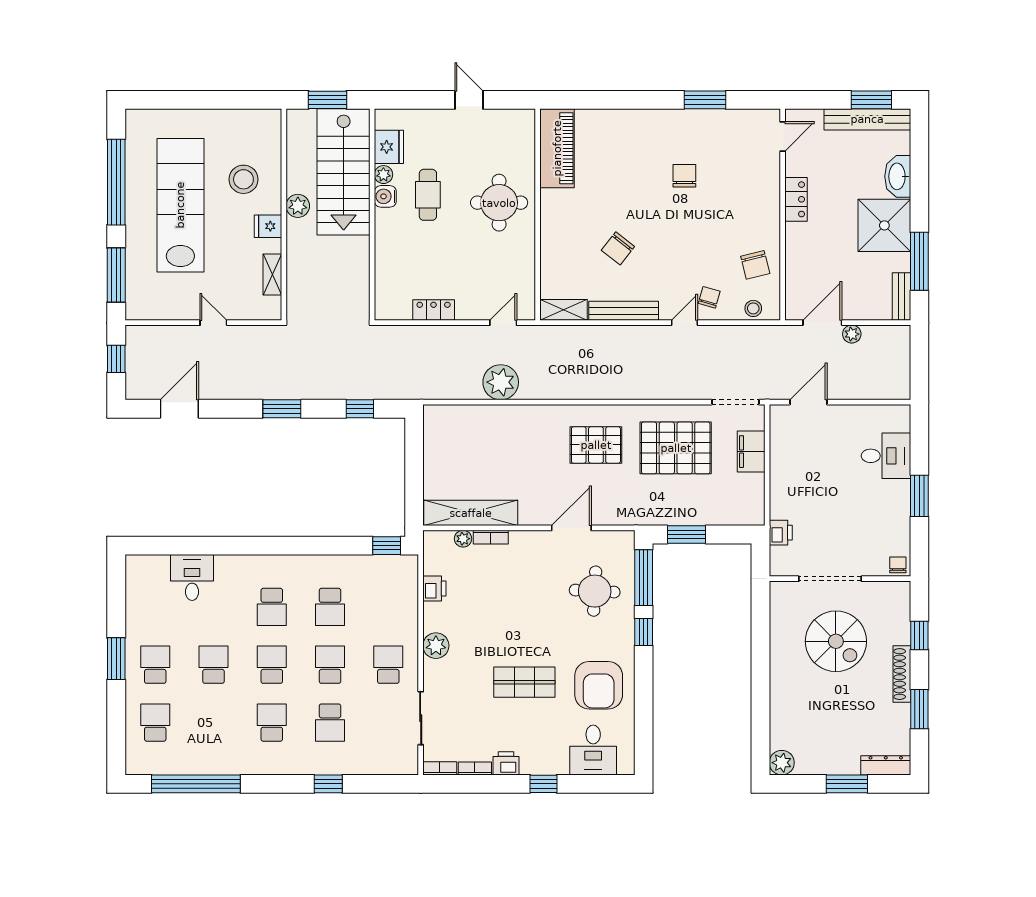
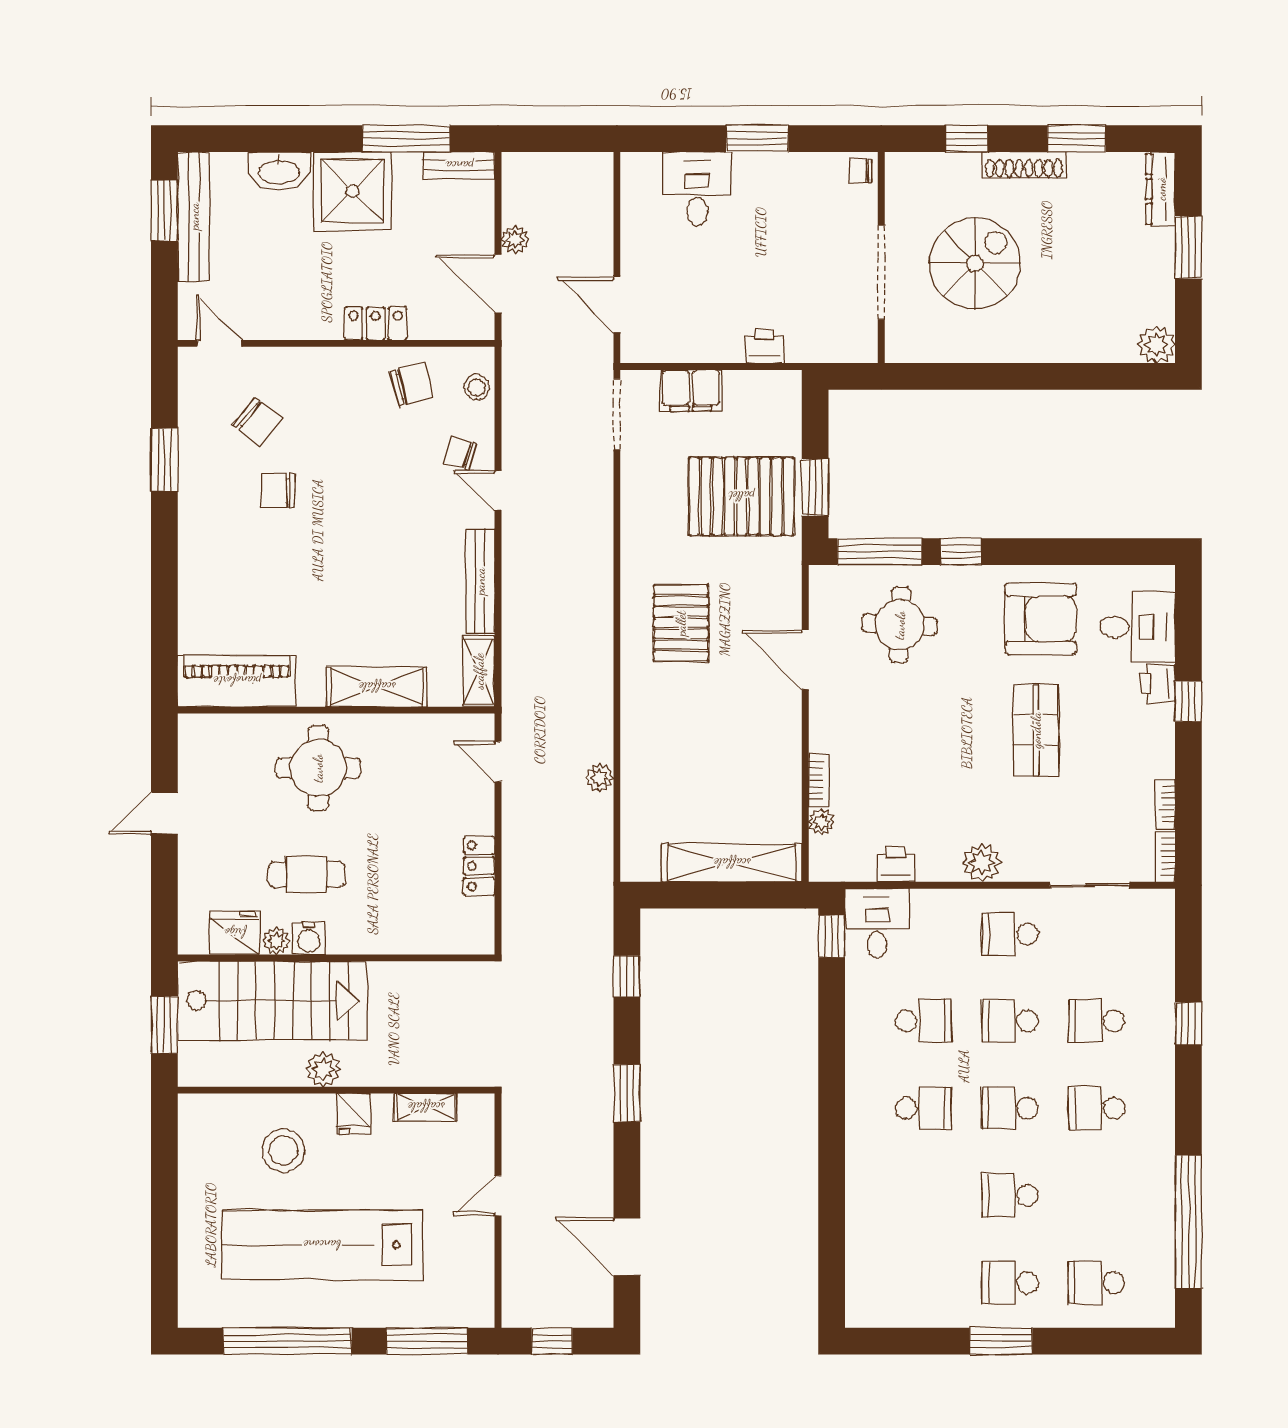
locker: (796, 199) -> (376, 323), moved
shelving: (553, 242) -> (377, 687), added
chair: (618, 248) -> (257, 422), moved
plant: (501, 382) -> (599, 778), width x0.53, depth x0.53
pallet: (676, 448) -> (741, 496), moved, turned 90
shelving: (471, 513) -> (732, 863), moved, turned 90
printer: (781, 533) -> (764, 346), moved
desk: (192, 577) -> (877, 923), moved, turned 90
school desk: (330, 723) -> (1097, 1021), turned 180
printer: (506, 763) -> (1158, 684), moved

